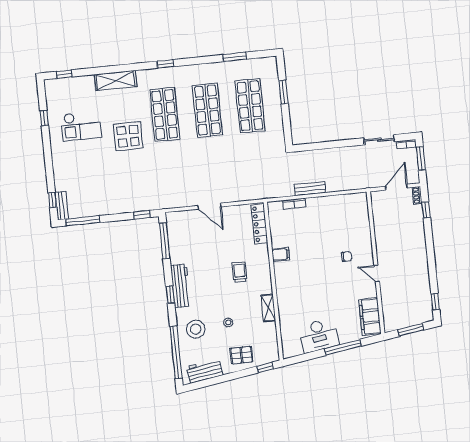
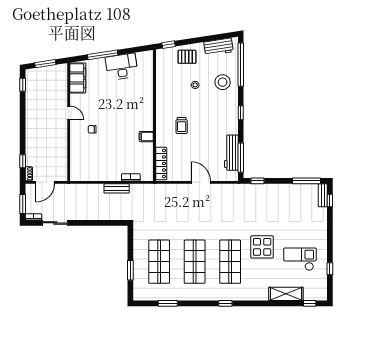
shelving: (115, 80) -> (286, 294), moved
workbench: (181, 286) -> (231, 153), moved
shelving: (268, 308) -> (161, 93), removed

